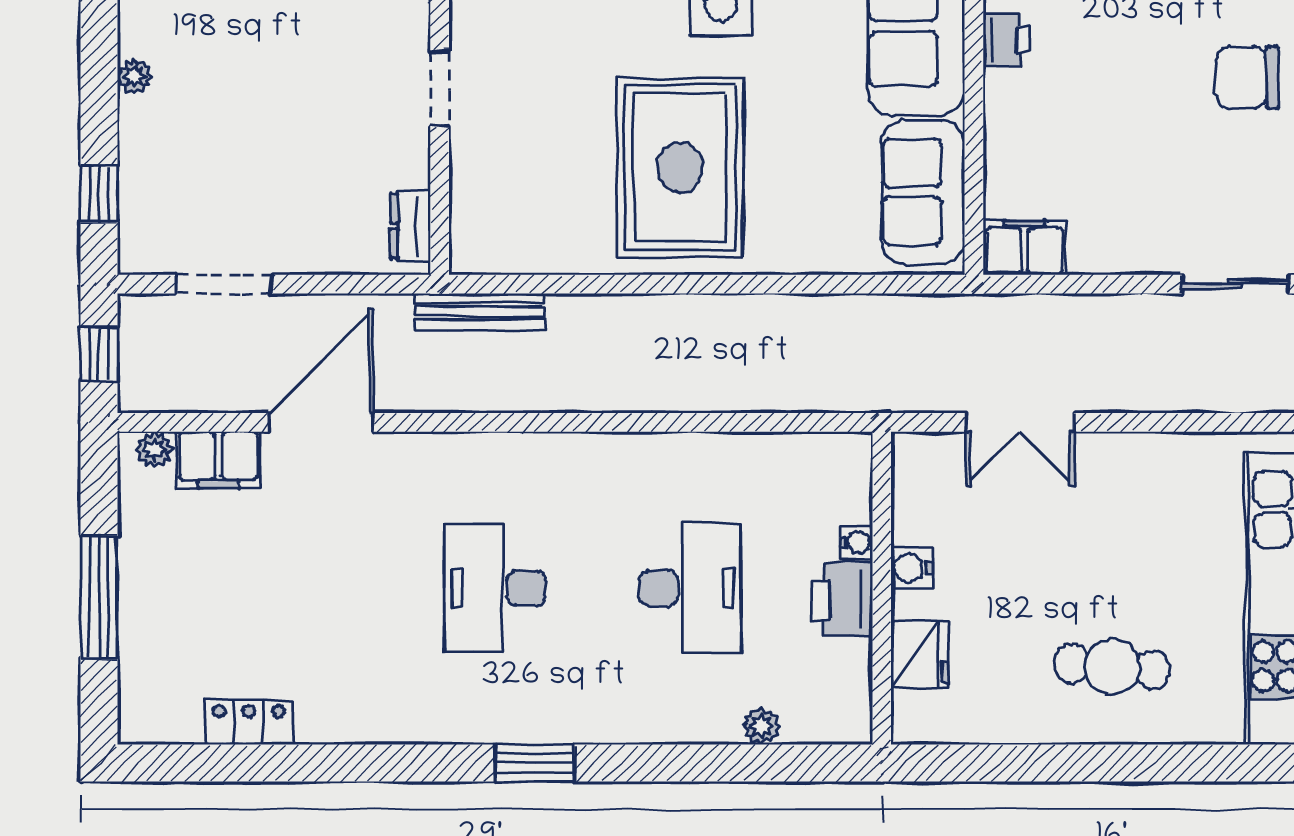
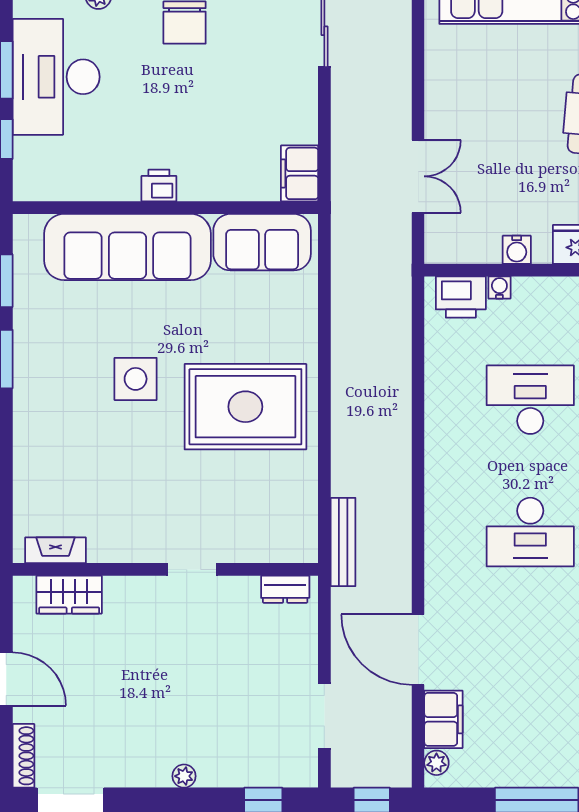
printer: (842, 600) -> (461, 297), moved

